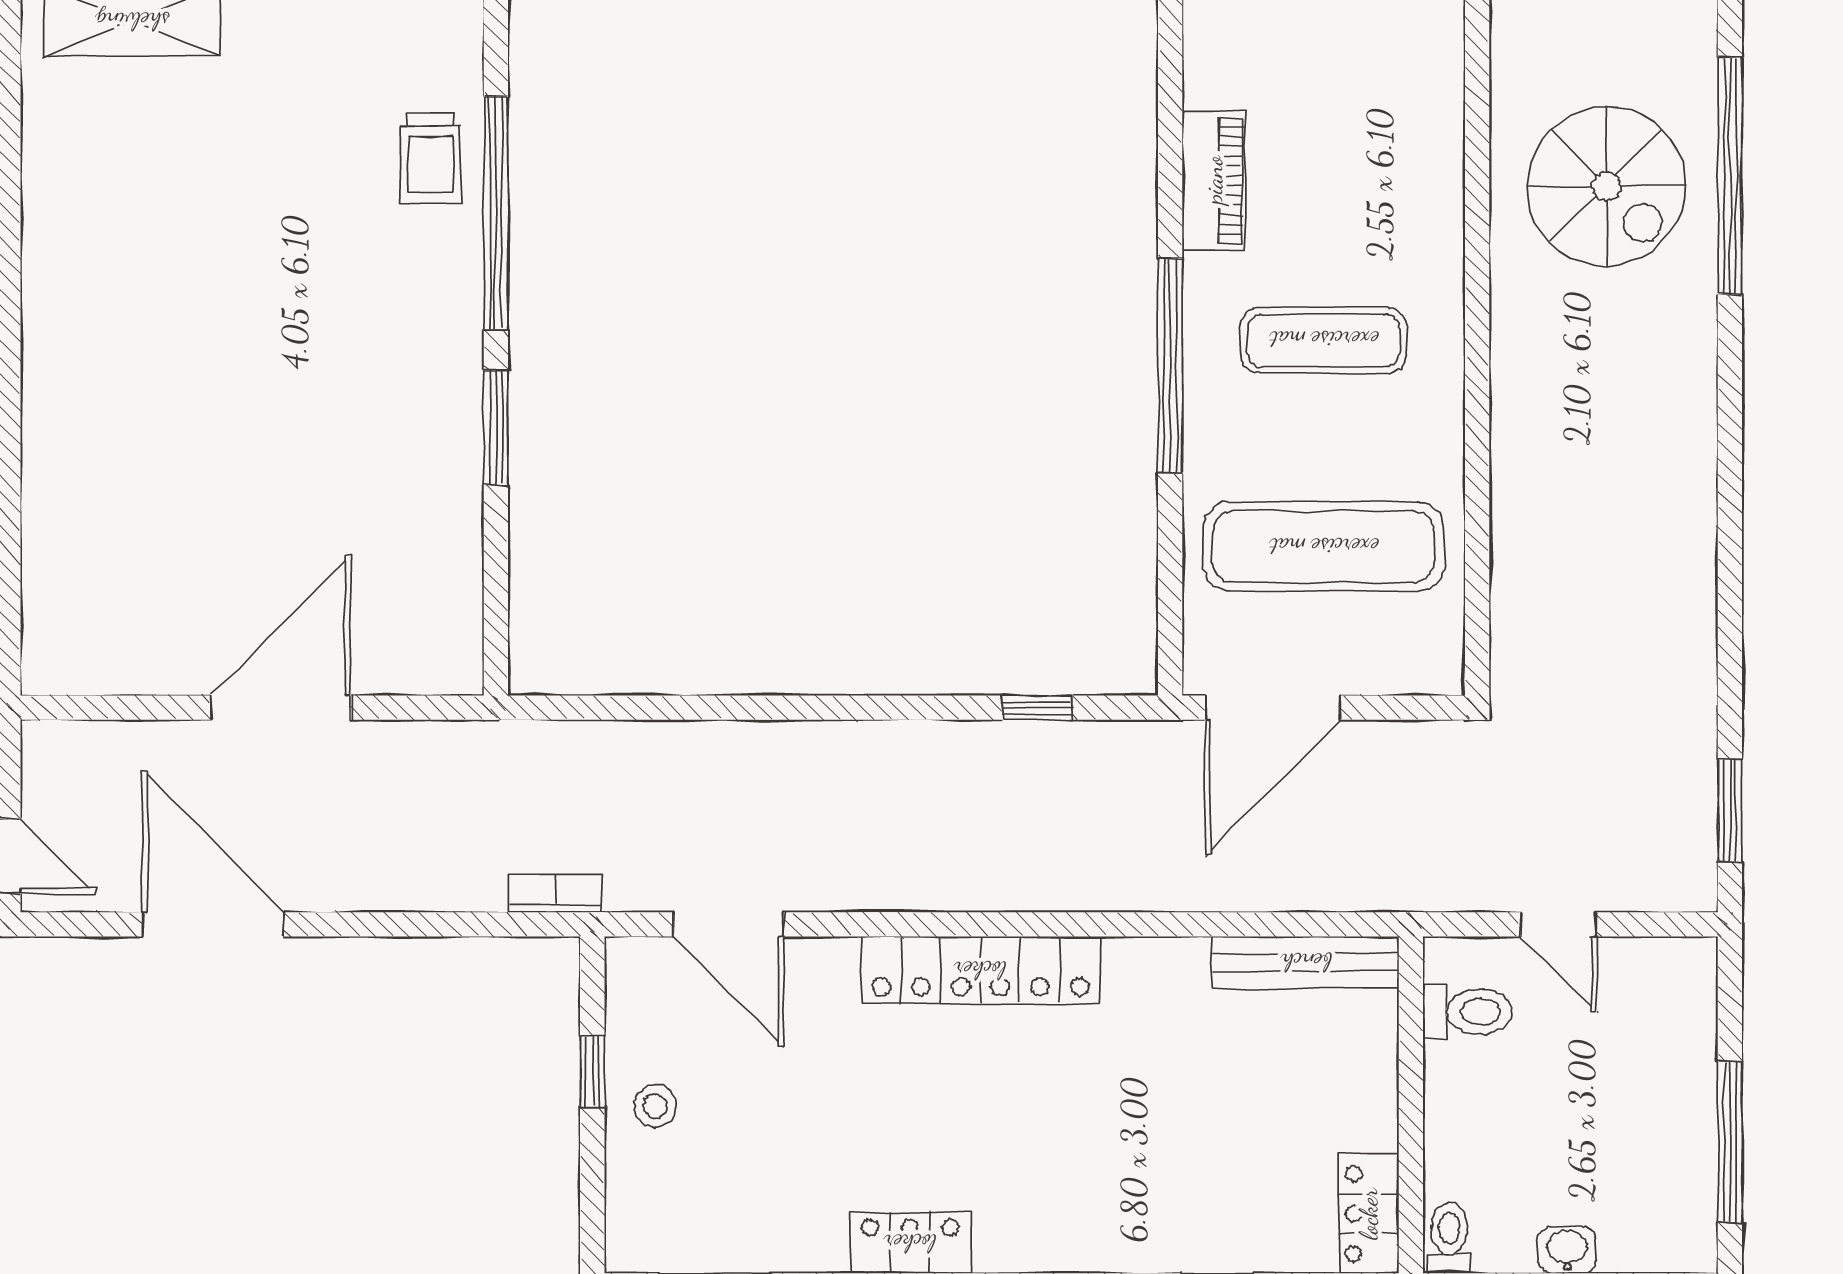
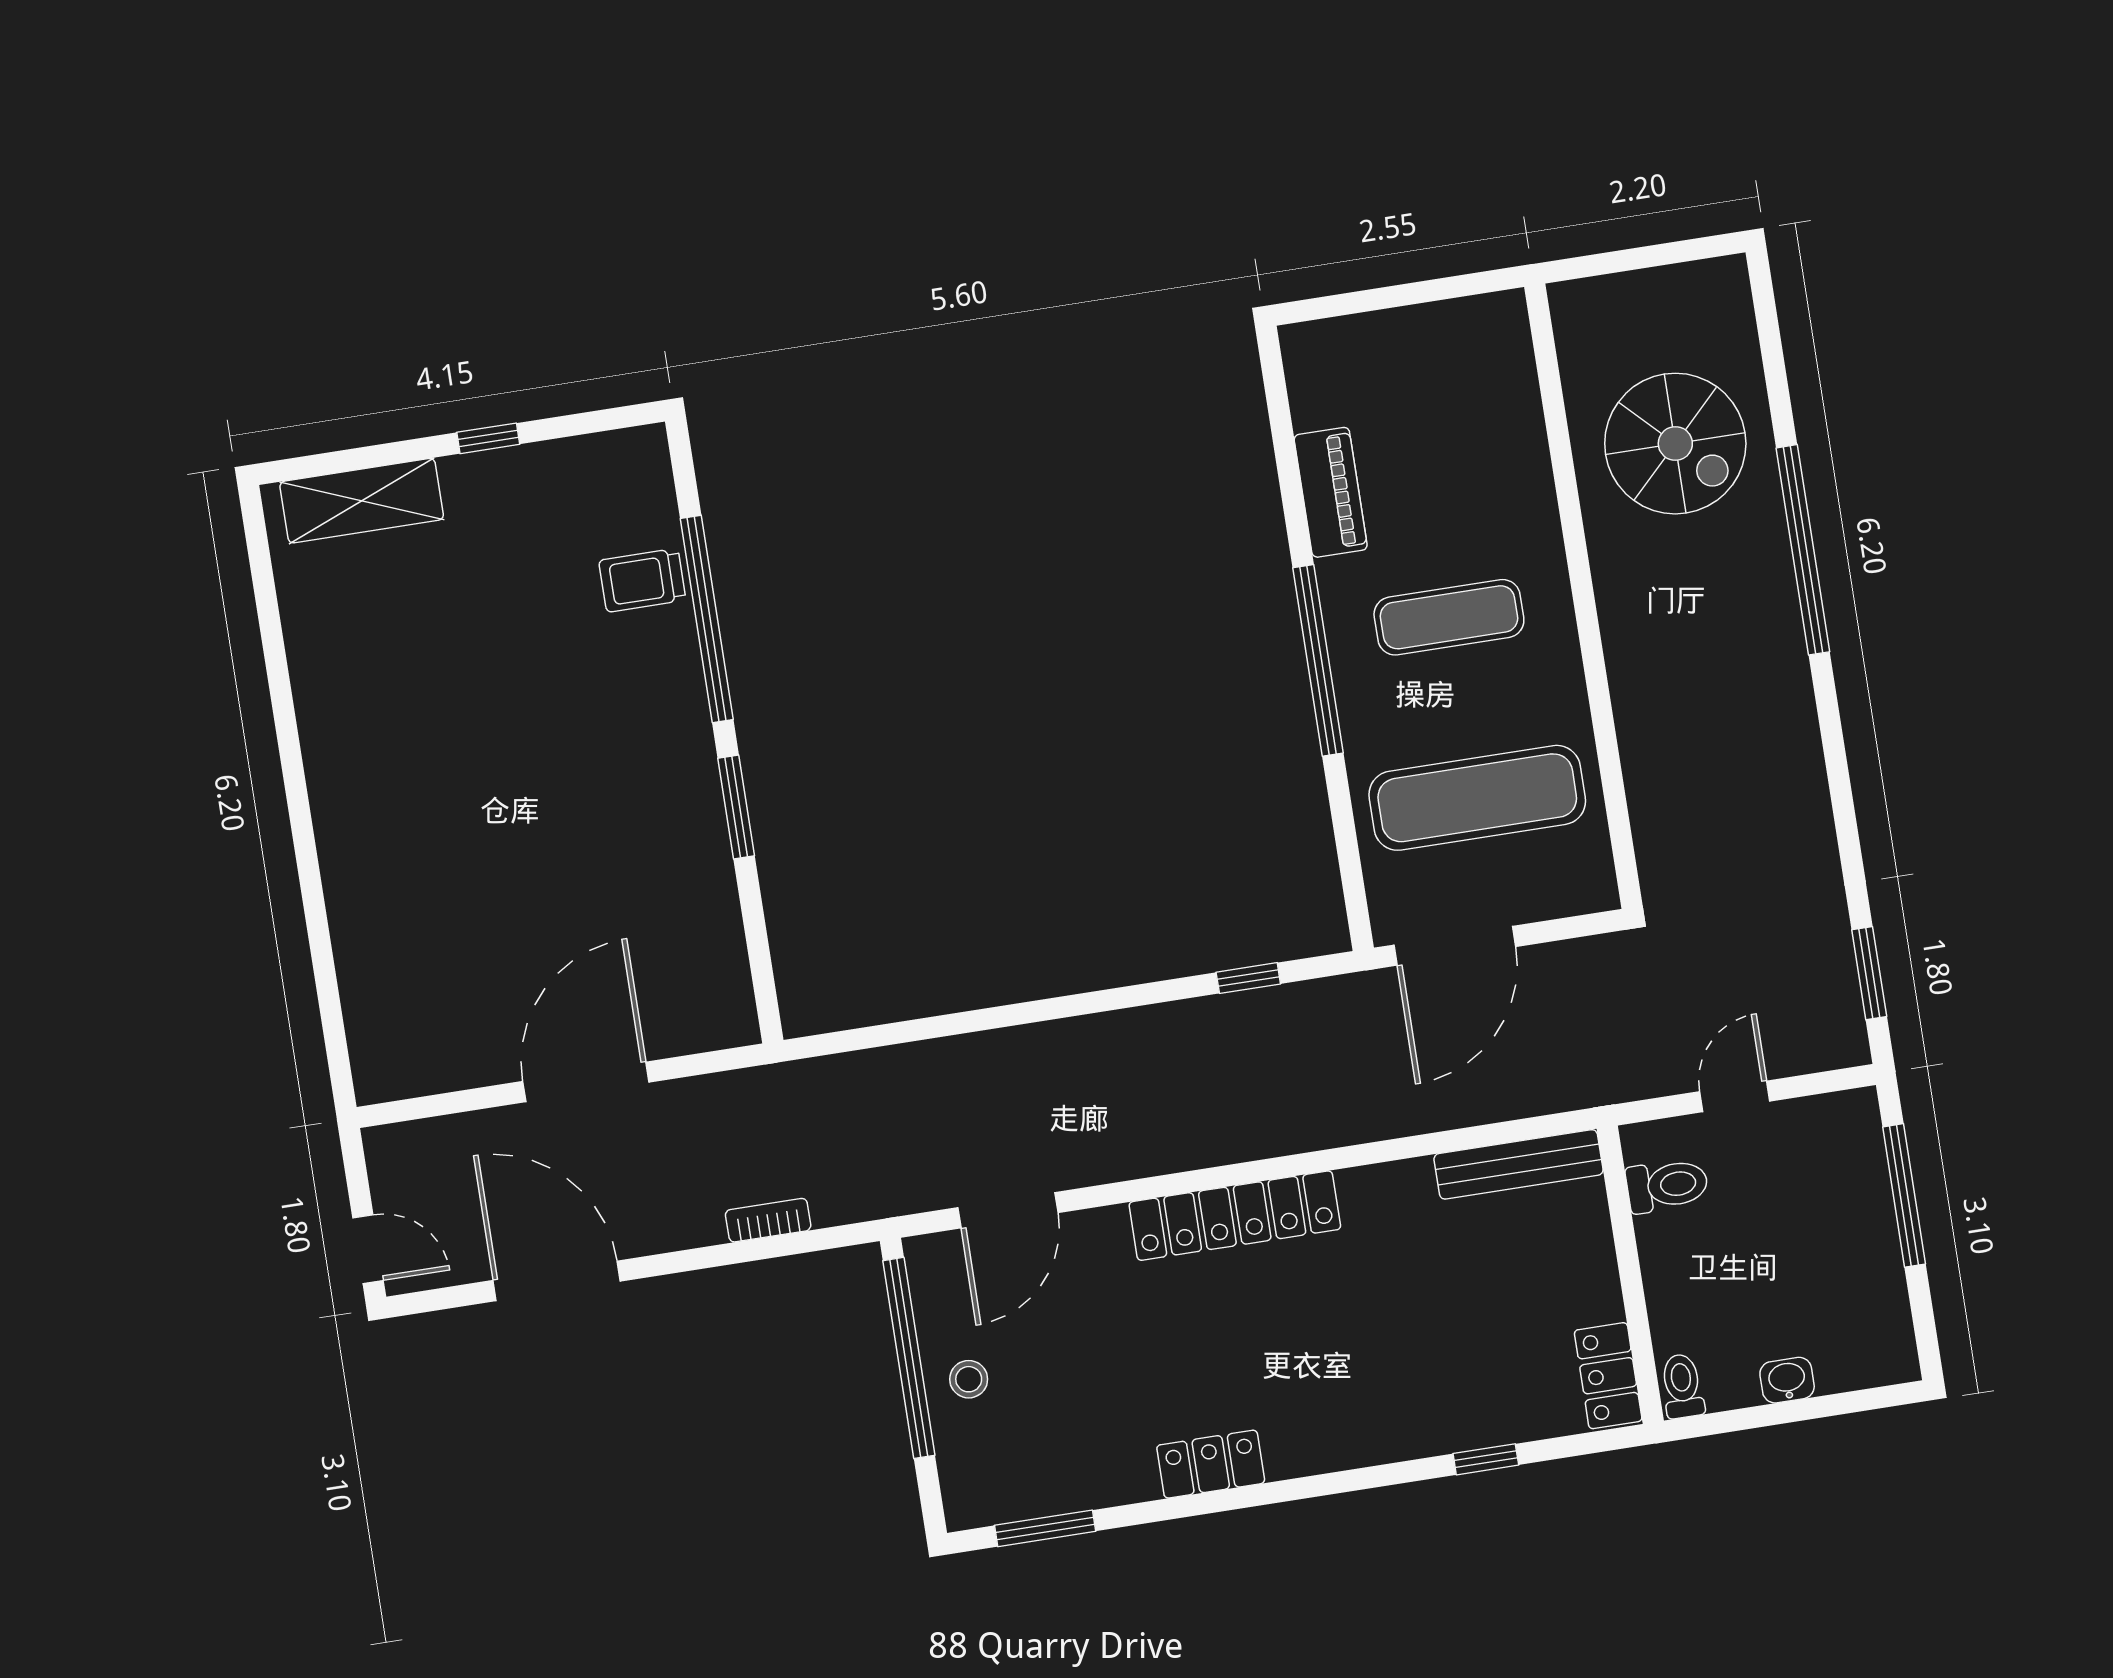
trolley: (431, 158) -> (642, 580), turned 90
window: (1730, 176) -> (1803, 550), moved
bookcase: (555, 894) -> (768, 1220), moved
door: (728, 924) -> (1008, 1210), hinge flipped
door: (1559, 924) -> (1735, 1096), swing flipped
window: (592, 1072) -> (909, 1358), width x3.17
window: (1730, 1142) -> (1904, 1195), moved

